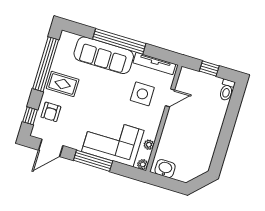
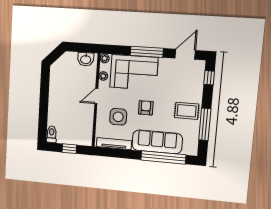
window: (119, 41) -> (163, 157), moved
window: (46, 64) -> (205, 124), width x0.68
door: (170, 98) -> (96, 96), moved
armchair: (51, 112) -> (146, 108), moved

